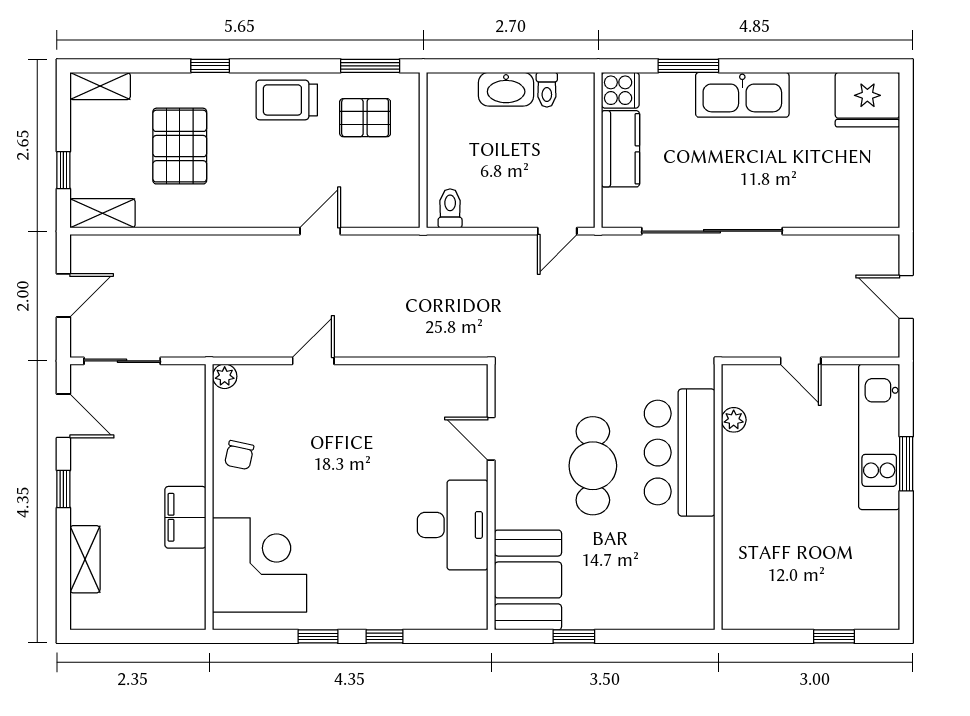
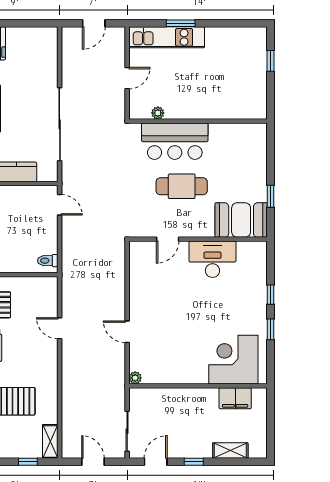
chair: (239, 455) -> (176, 370), removed
filing cabinet: (185, 517) -> (235, 398), moved

